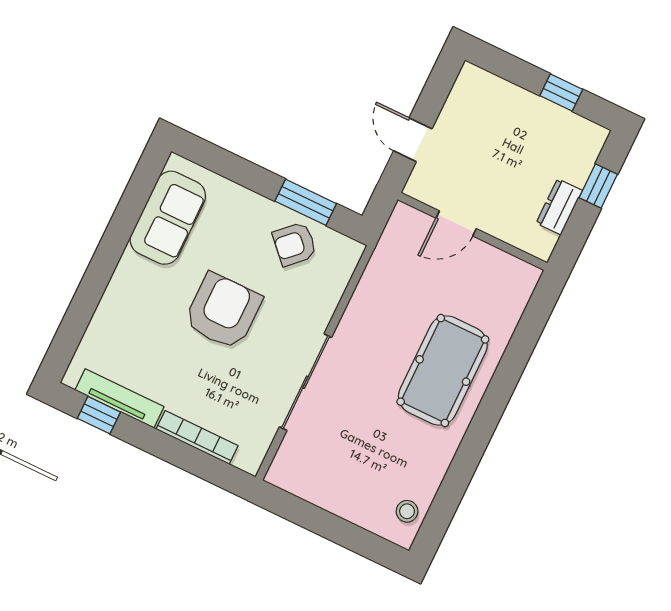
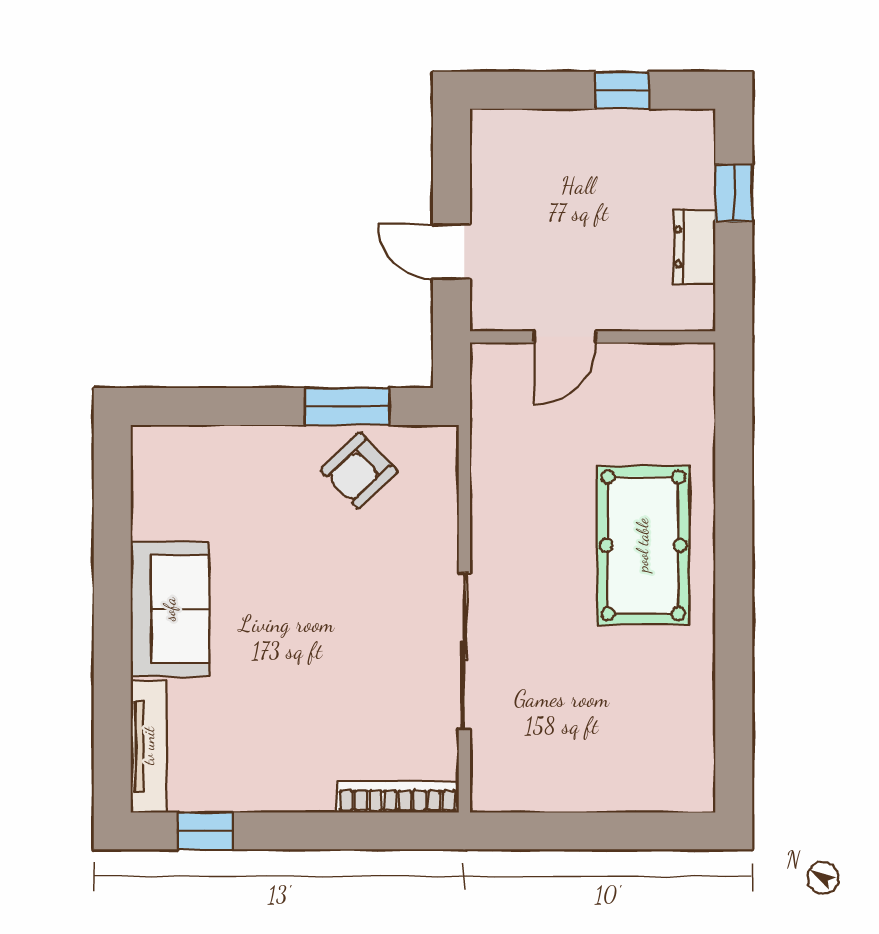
sofa: (168, 218) -> (170, 609), moved
armchair: (223, 311) -> (306, 608), removed
tv unit: (119, 398) -> (149, 746), moved, turned 90
bookcase: (197, 437) -> (398, 797), moved
stool: (407, 511) -> (687, 760), removed

